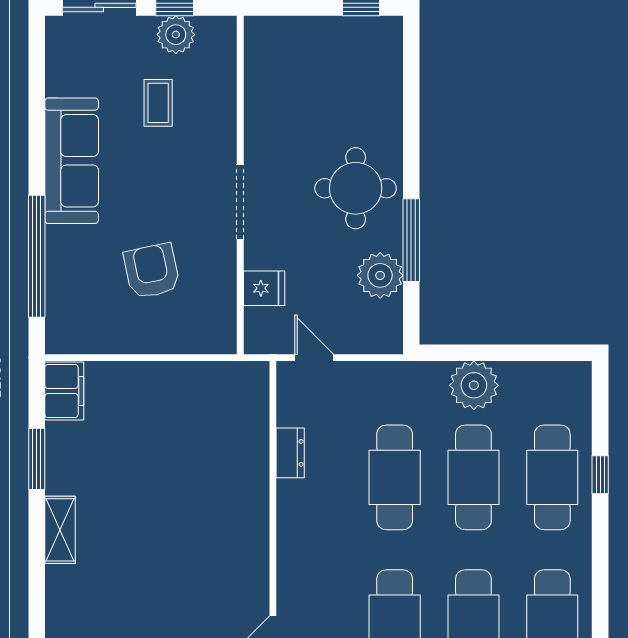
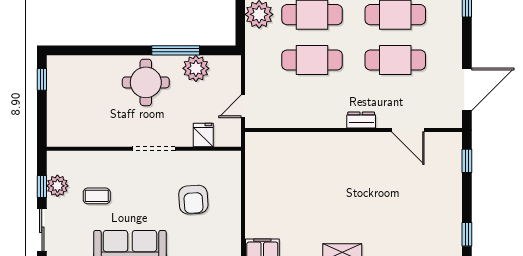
armchair: (152, 271) -> (193, 200), turned -82
dresser: (290, 453) -> (361, 120), moved

